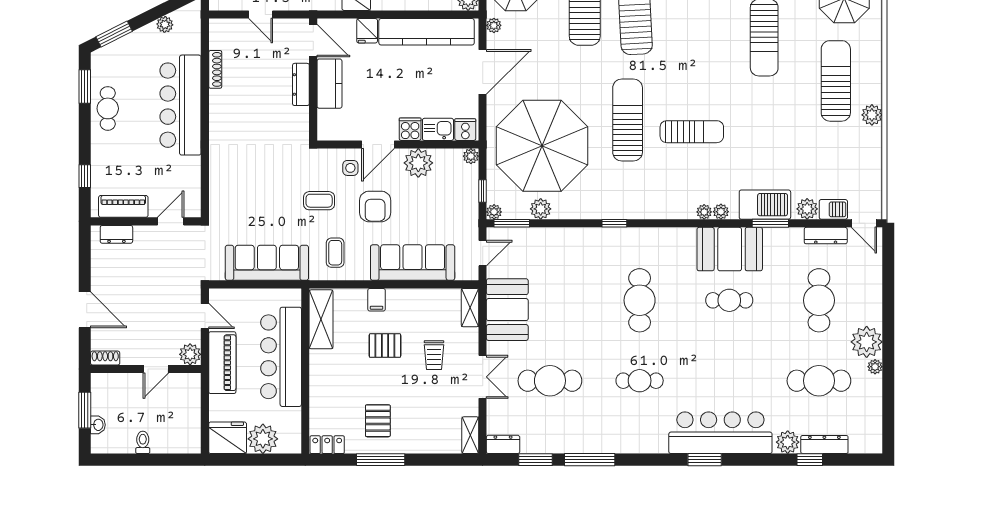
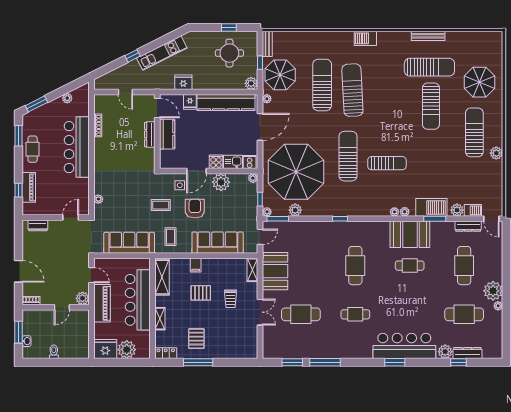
plant: (216, 191) -> (98, 199), added
piano: (123, 206) -> (29, 187), moved, turned 90
armchair: (375, 206) -> (195, 209), turned 180
shelving: (470, 435) -> (160, 319), moved
dresser: (503, 444) -> (272, 353), removed

